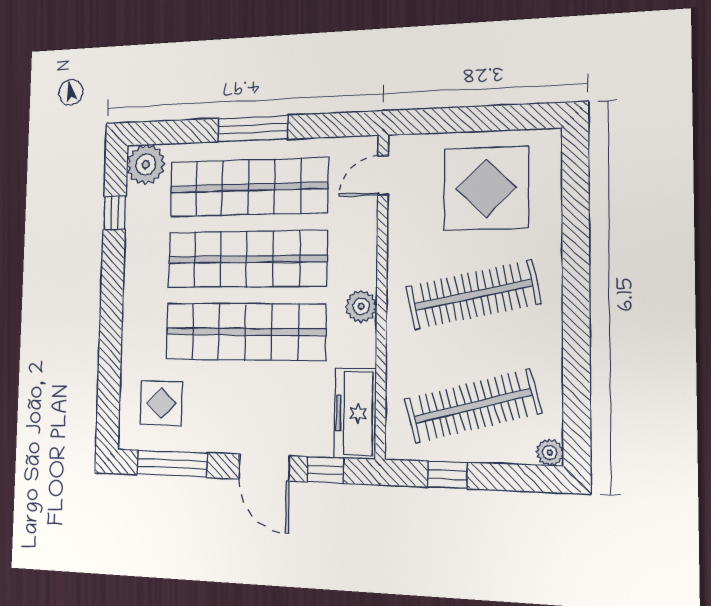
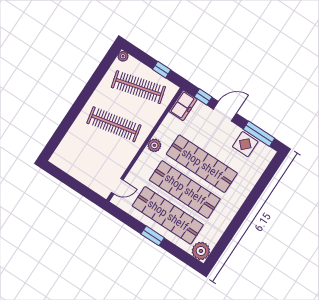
window: (253, 129) -> (153, 236), width x0.69
display table: (486, 188) -> (86, 157), removed
window: (115, 213) -> (224, 241), removed
display table: (161, 403) -> (245, 144), moved
freezer: (355, 413) -> (183, 105), width x0.71
door: (264, 467) -> (225, 111), hinge flipped

